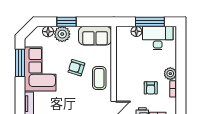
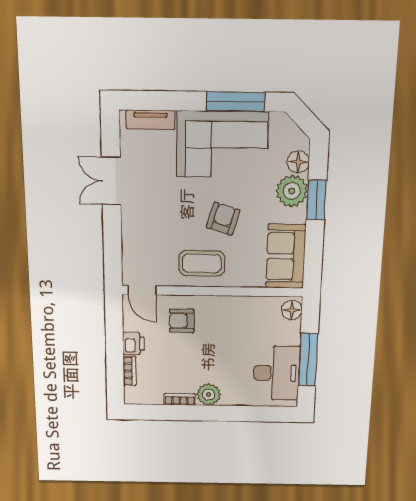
floor lamp: (136, 31) -> (292, 310), moved
armchair: (151, 88) -> (182, 321), moved

